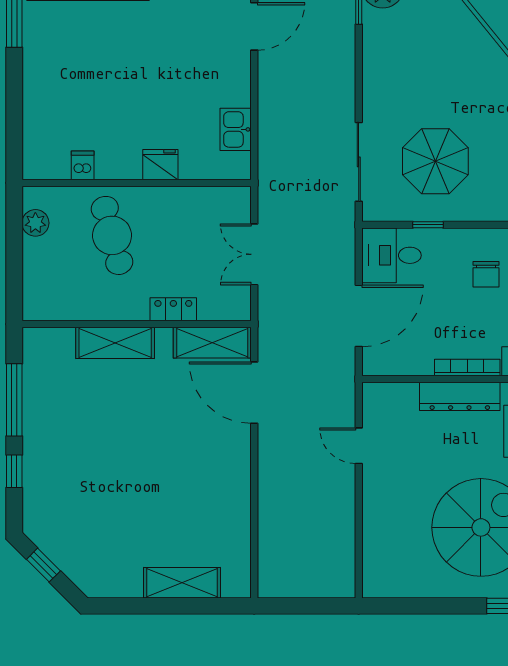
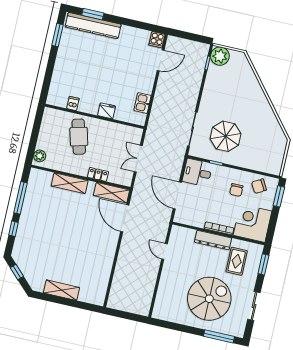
plant: (35, 223) -> (40, 156), moved
door: (359, 316) -> (177, 195), swing flipped
shelving: (182, 583) -> (61, 290), moved

